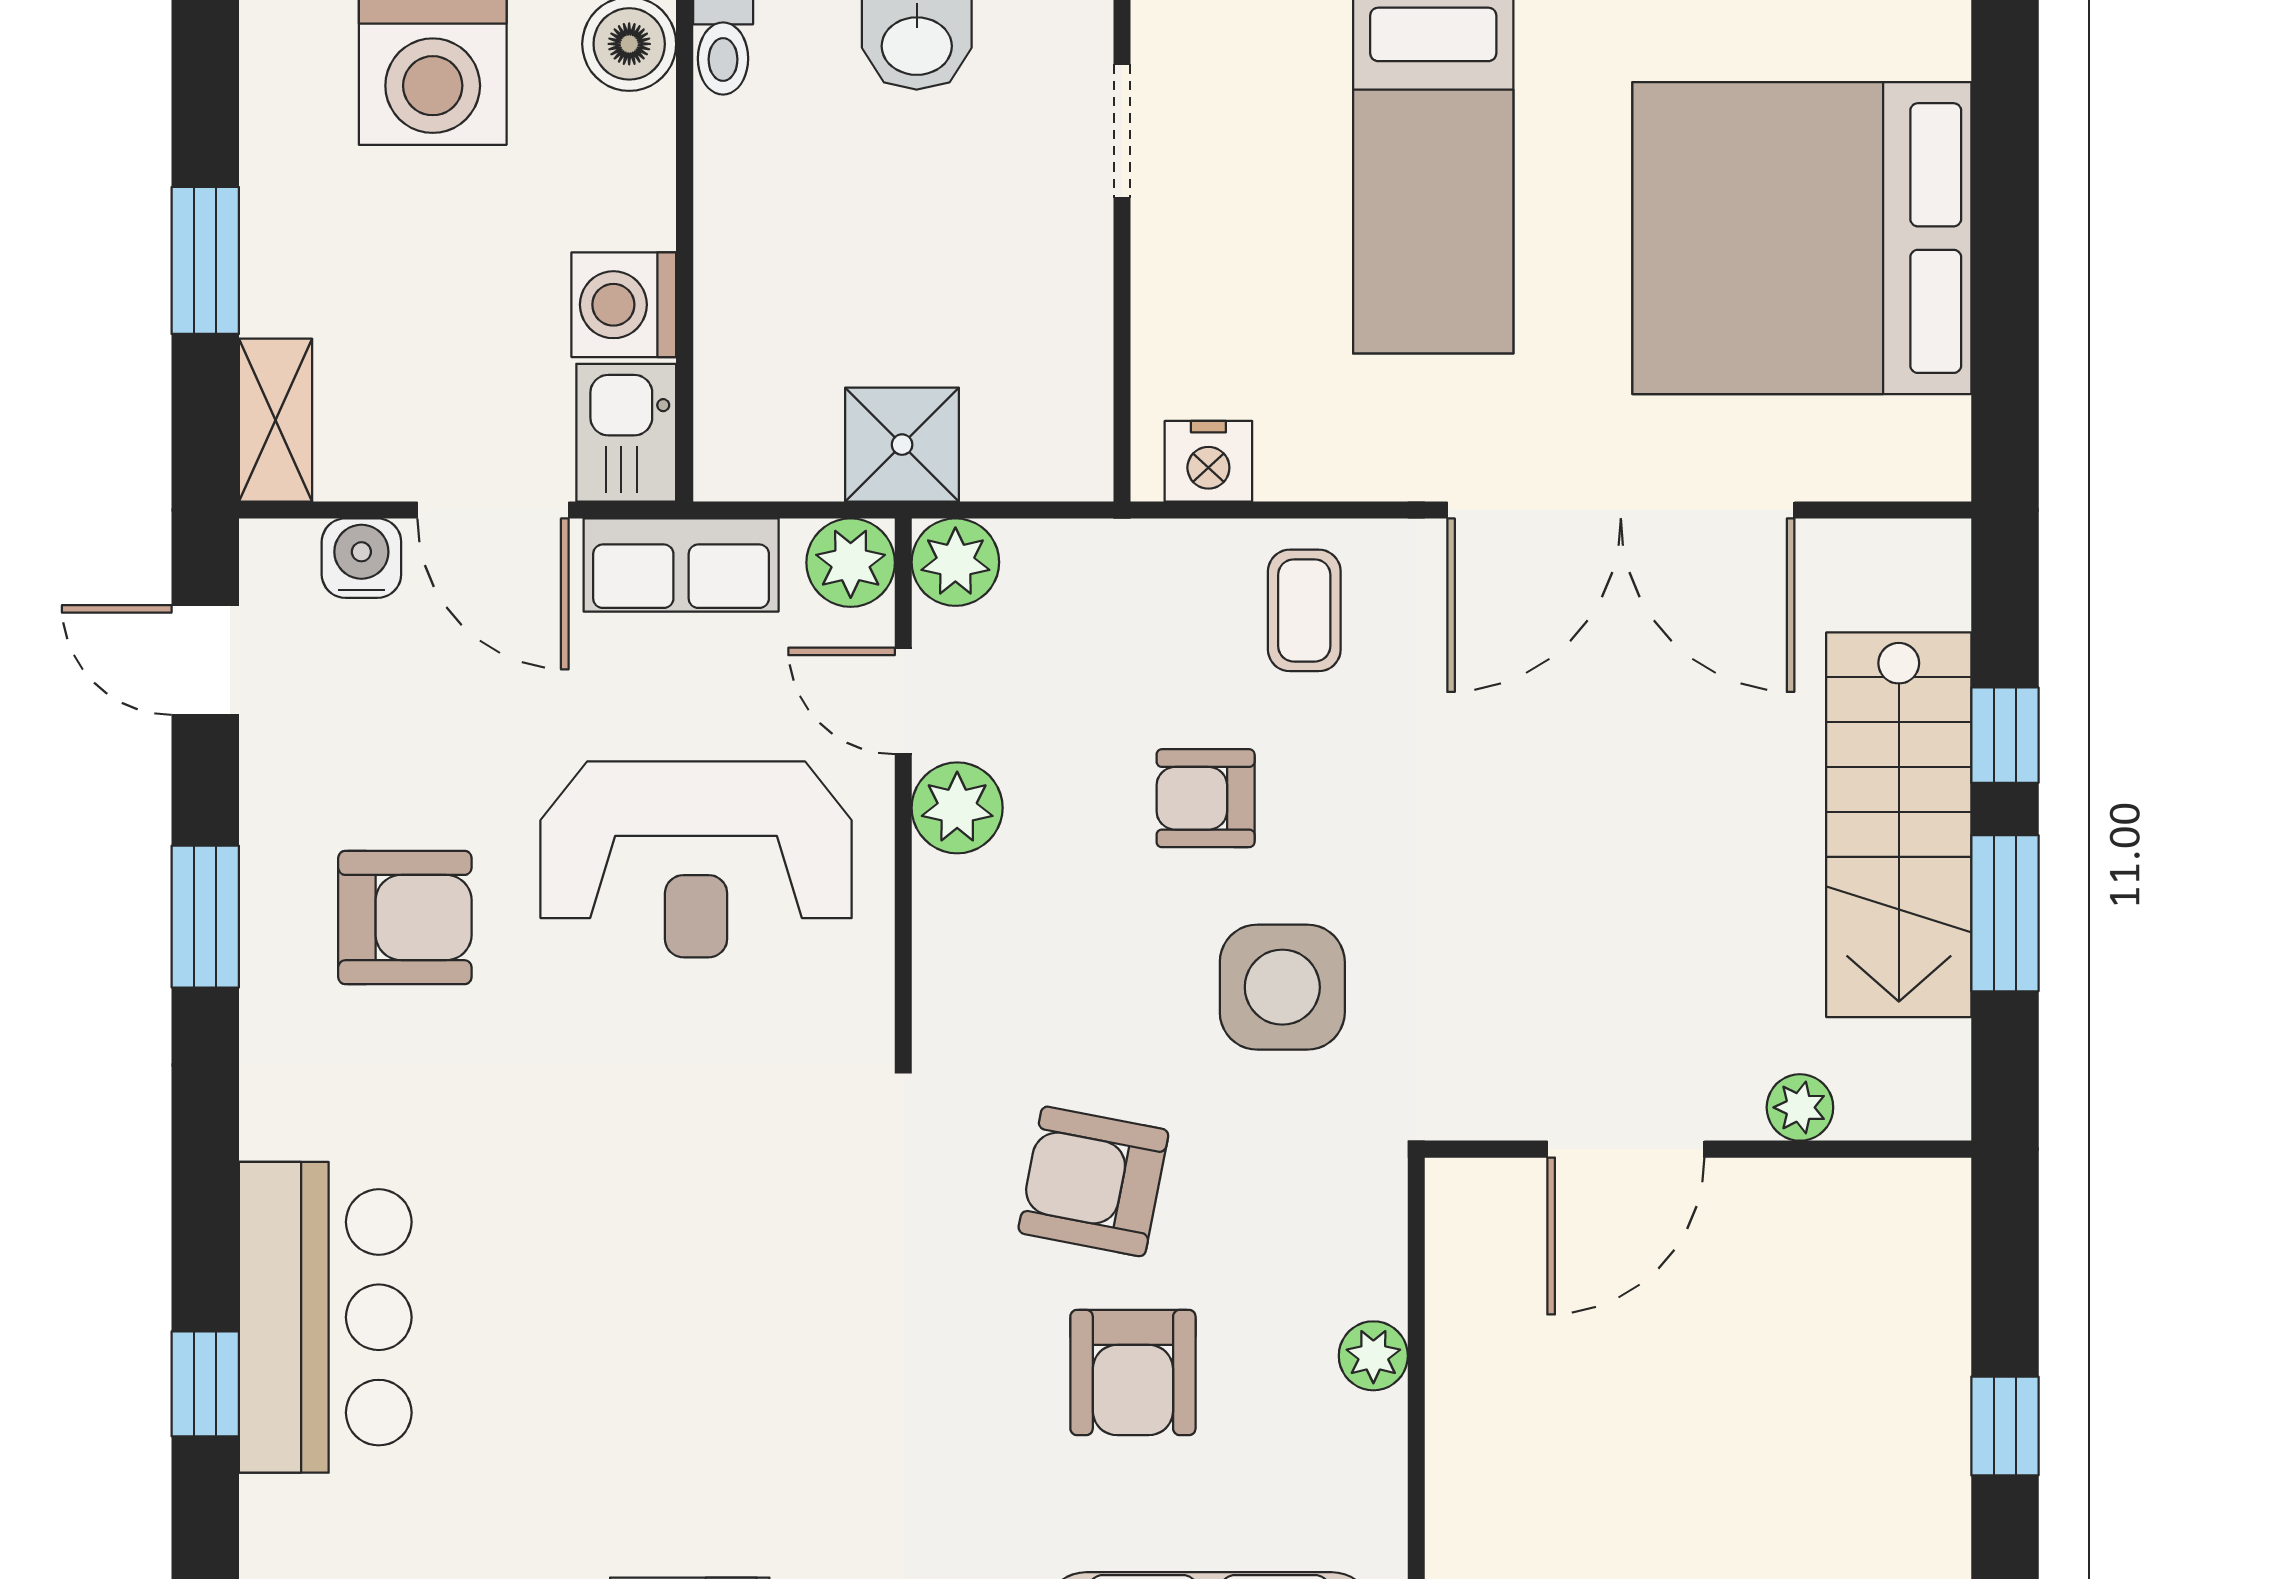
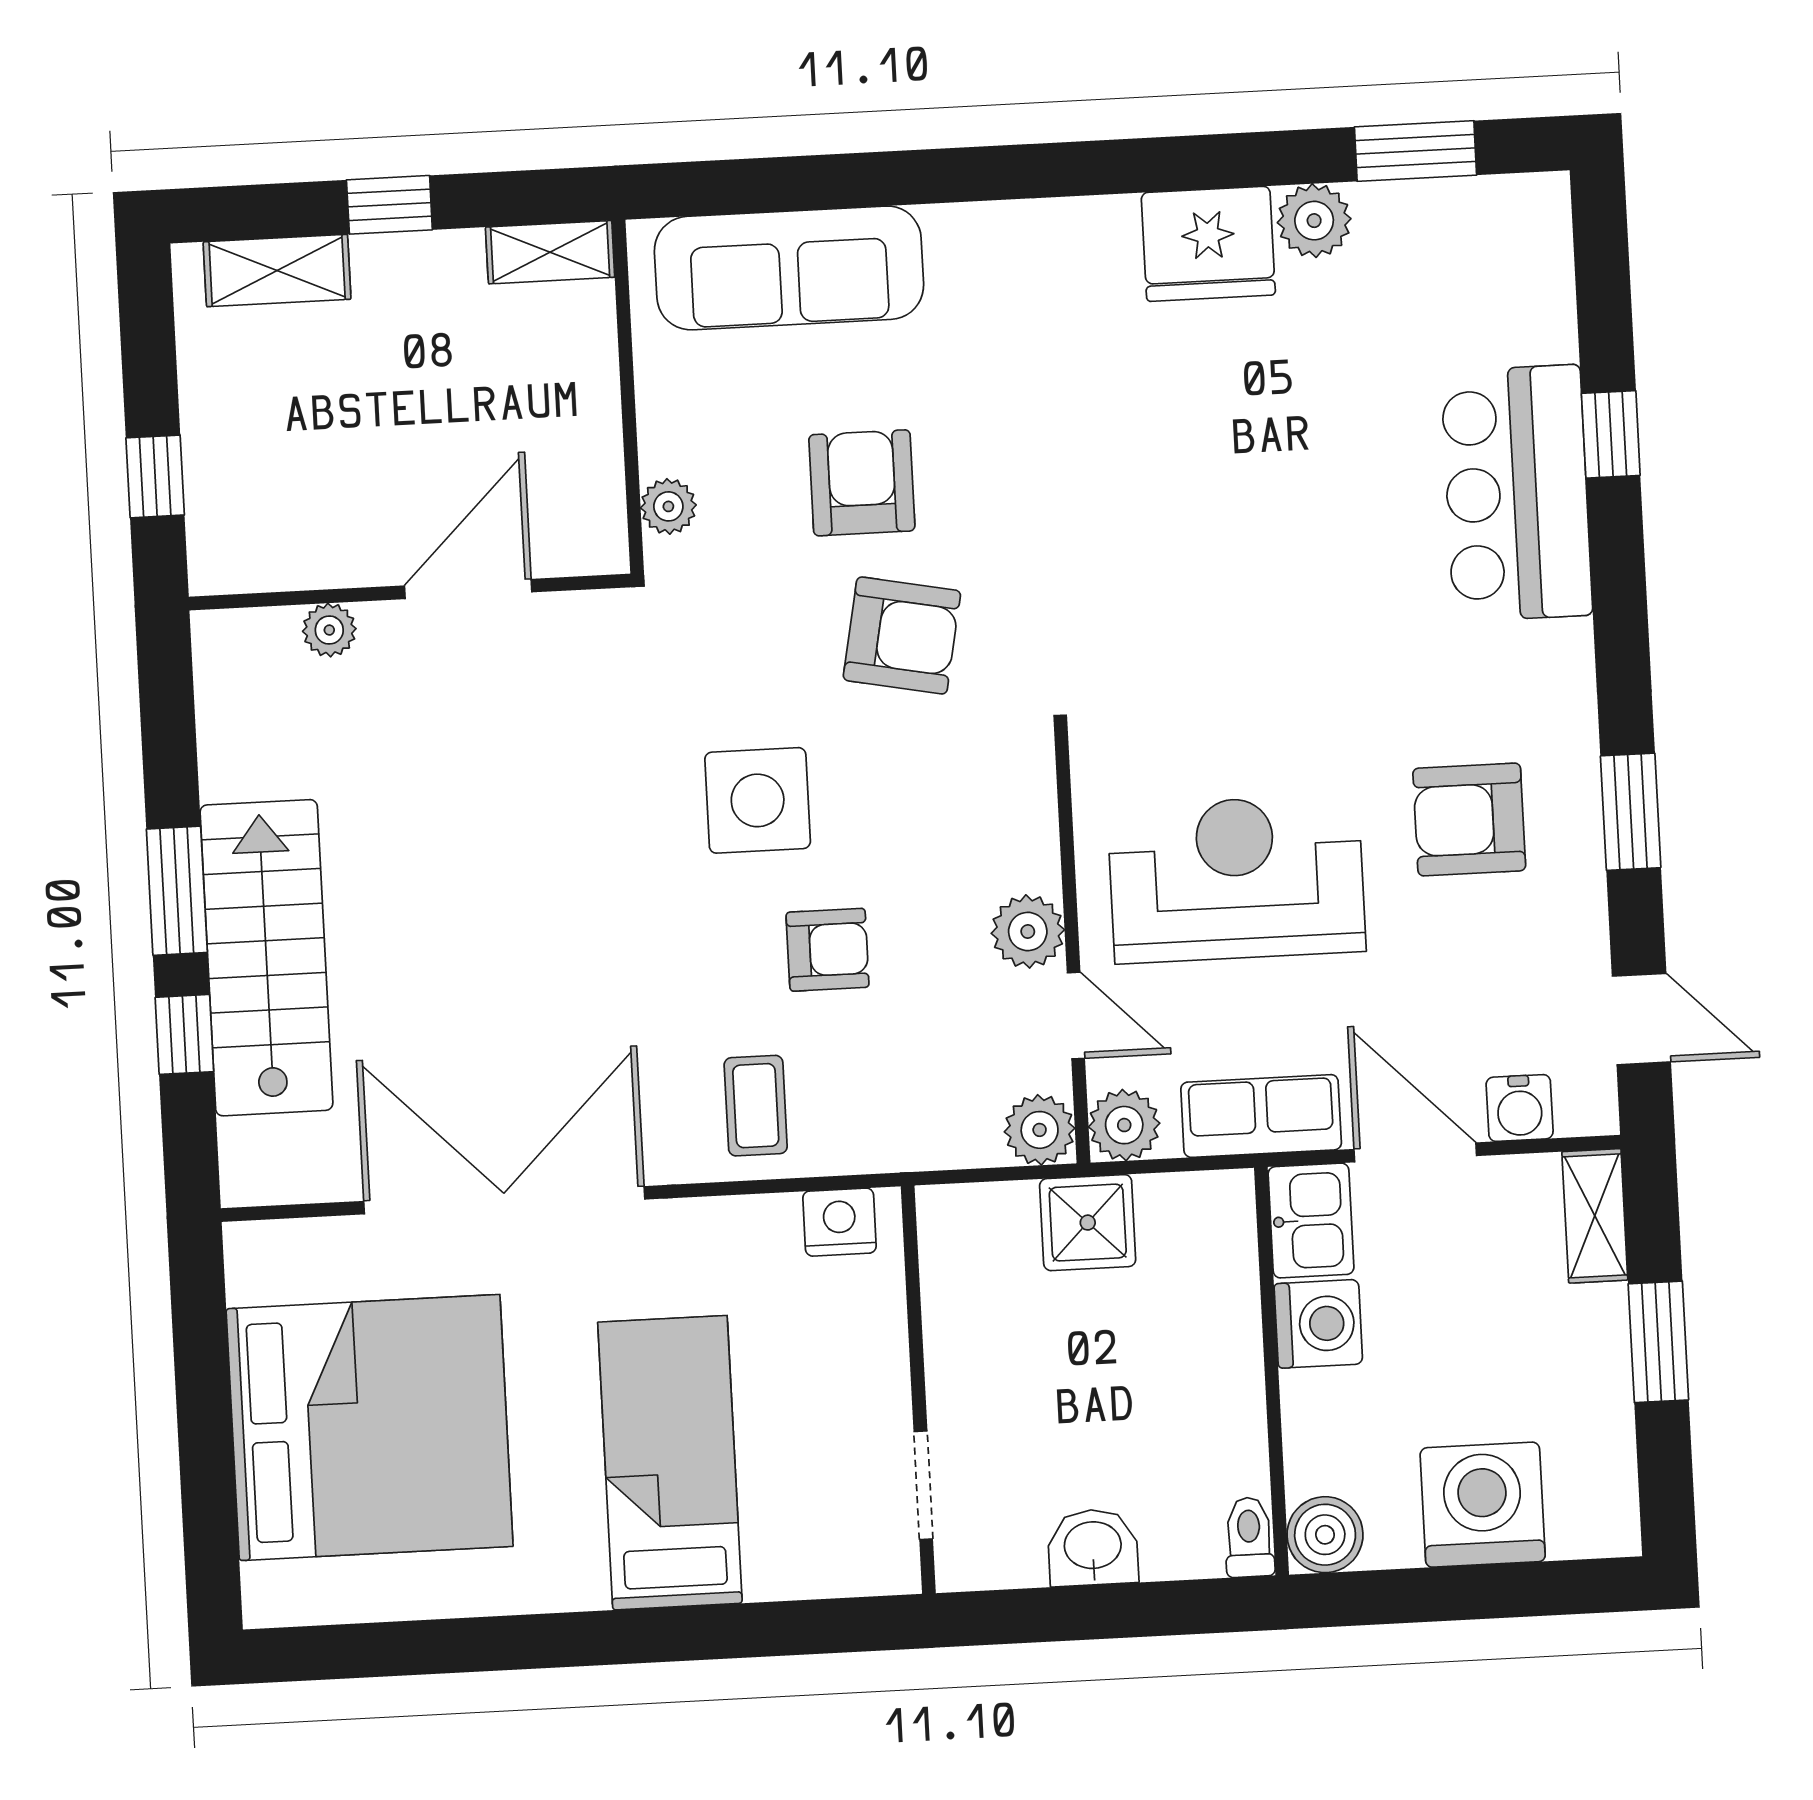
plant: (1800, 1107) -> (329, 630), moved
door: (1626, 1149) -> (468, 589), moved
wall: (1698, 1149) -> (410, 592), moved

